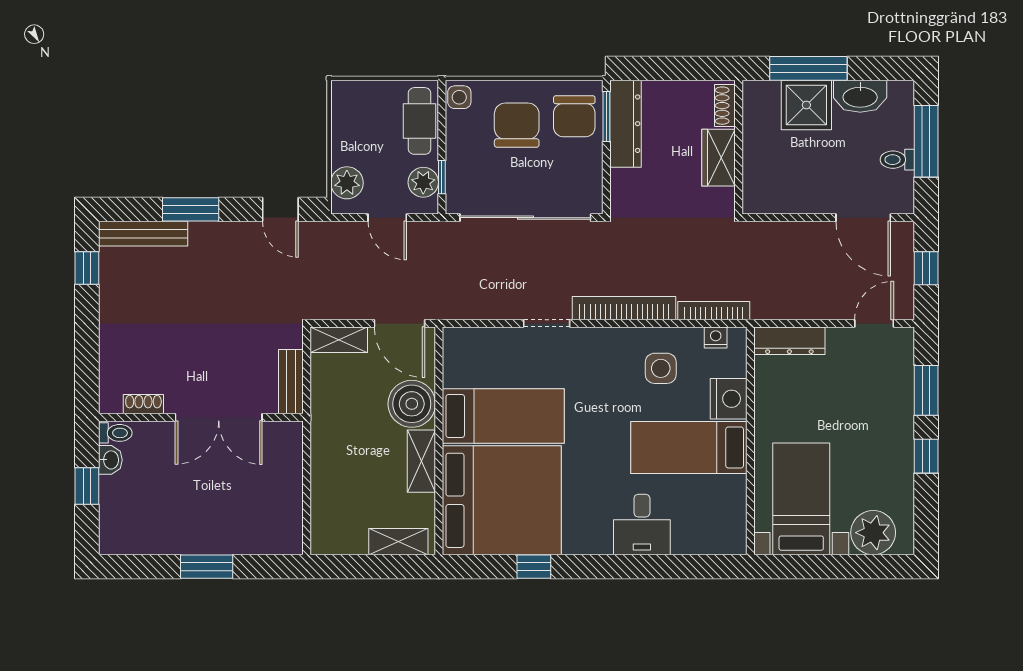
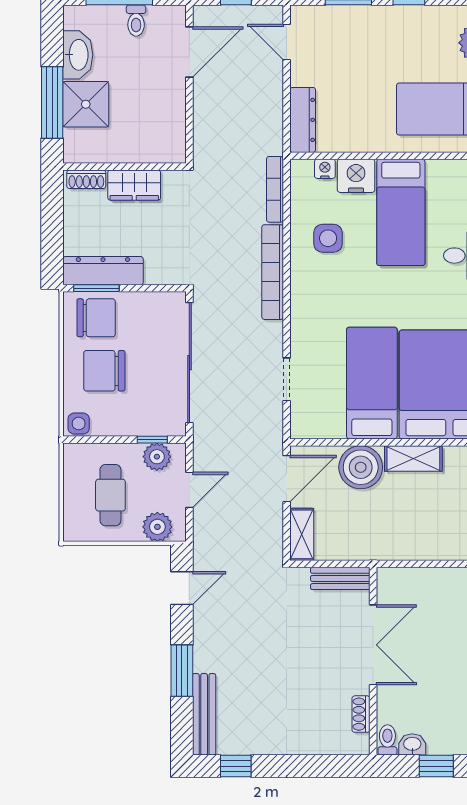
cafe table: (420, 121) -> (110, 495), moved, turned 90
doorway: (547, 323) -> (287, 379), moved
nightstand: (716, 337) -> (325, 169), moved, turned 90

